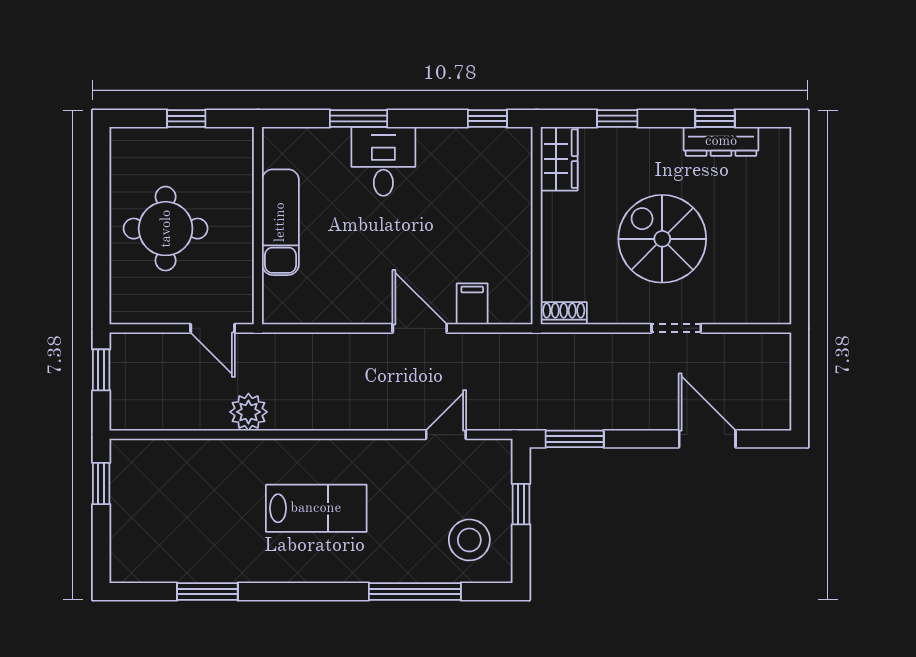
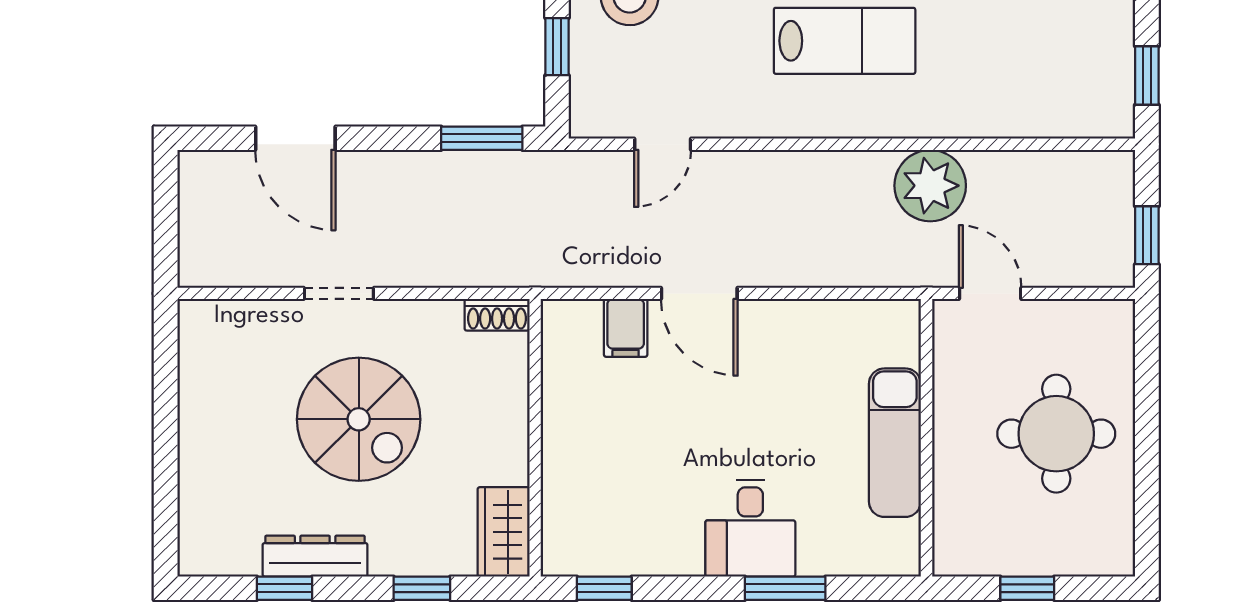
dresser: (721, 141) -> (315, 556), moved
plant: (248, 412) -> (930, 186), width x1.36, depth x1.36
lab bench: (316, 508) -> (845, 41), turned 180

